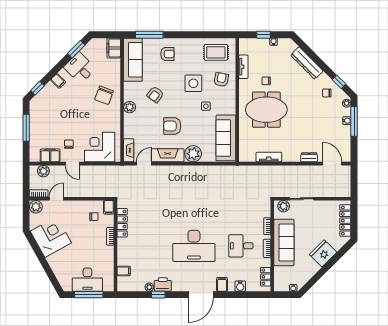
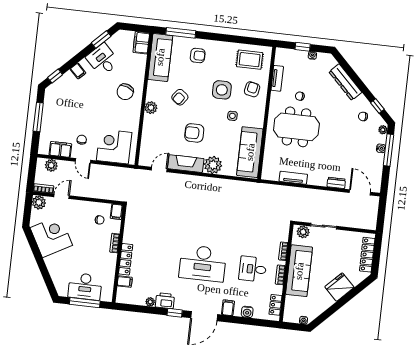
fireplace: (129, 150) -> (145, 153), removed
locker: (122, 223) -> (126, 259), moved
window: (158, 295) -> (175, 313), moved

